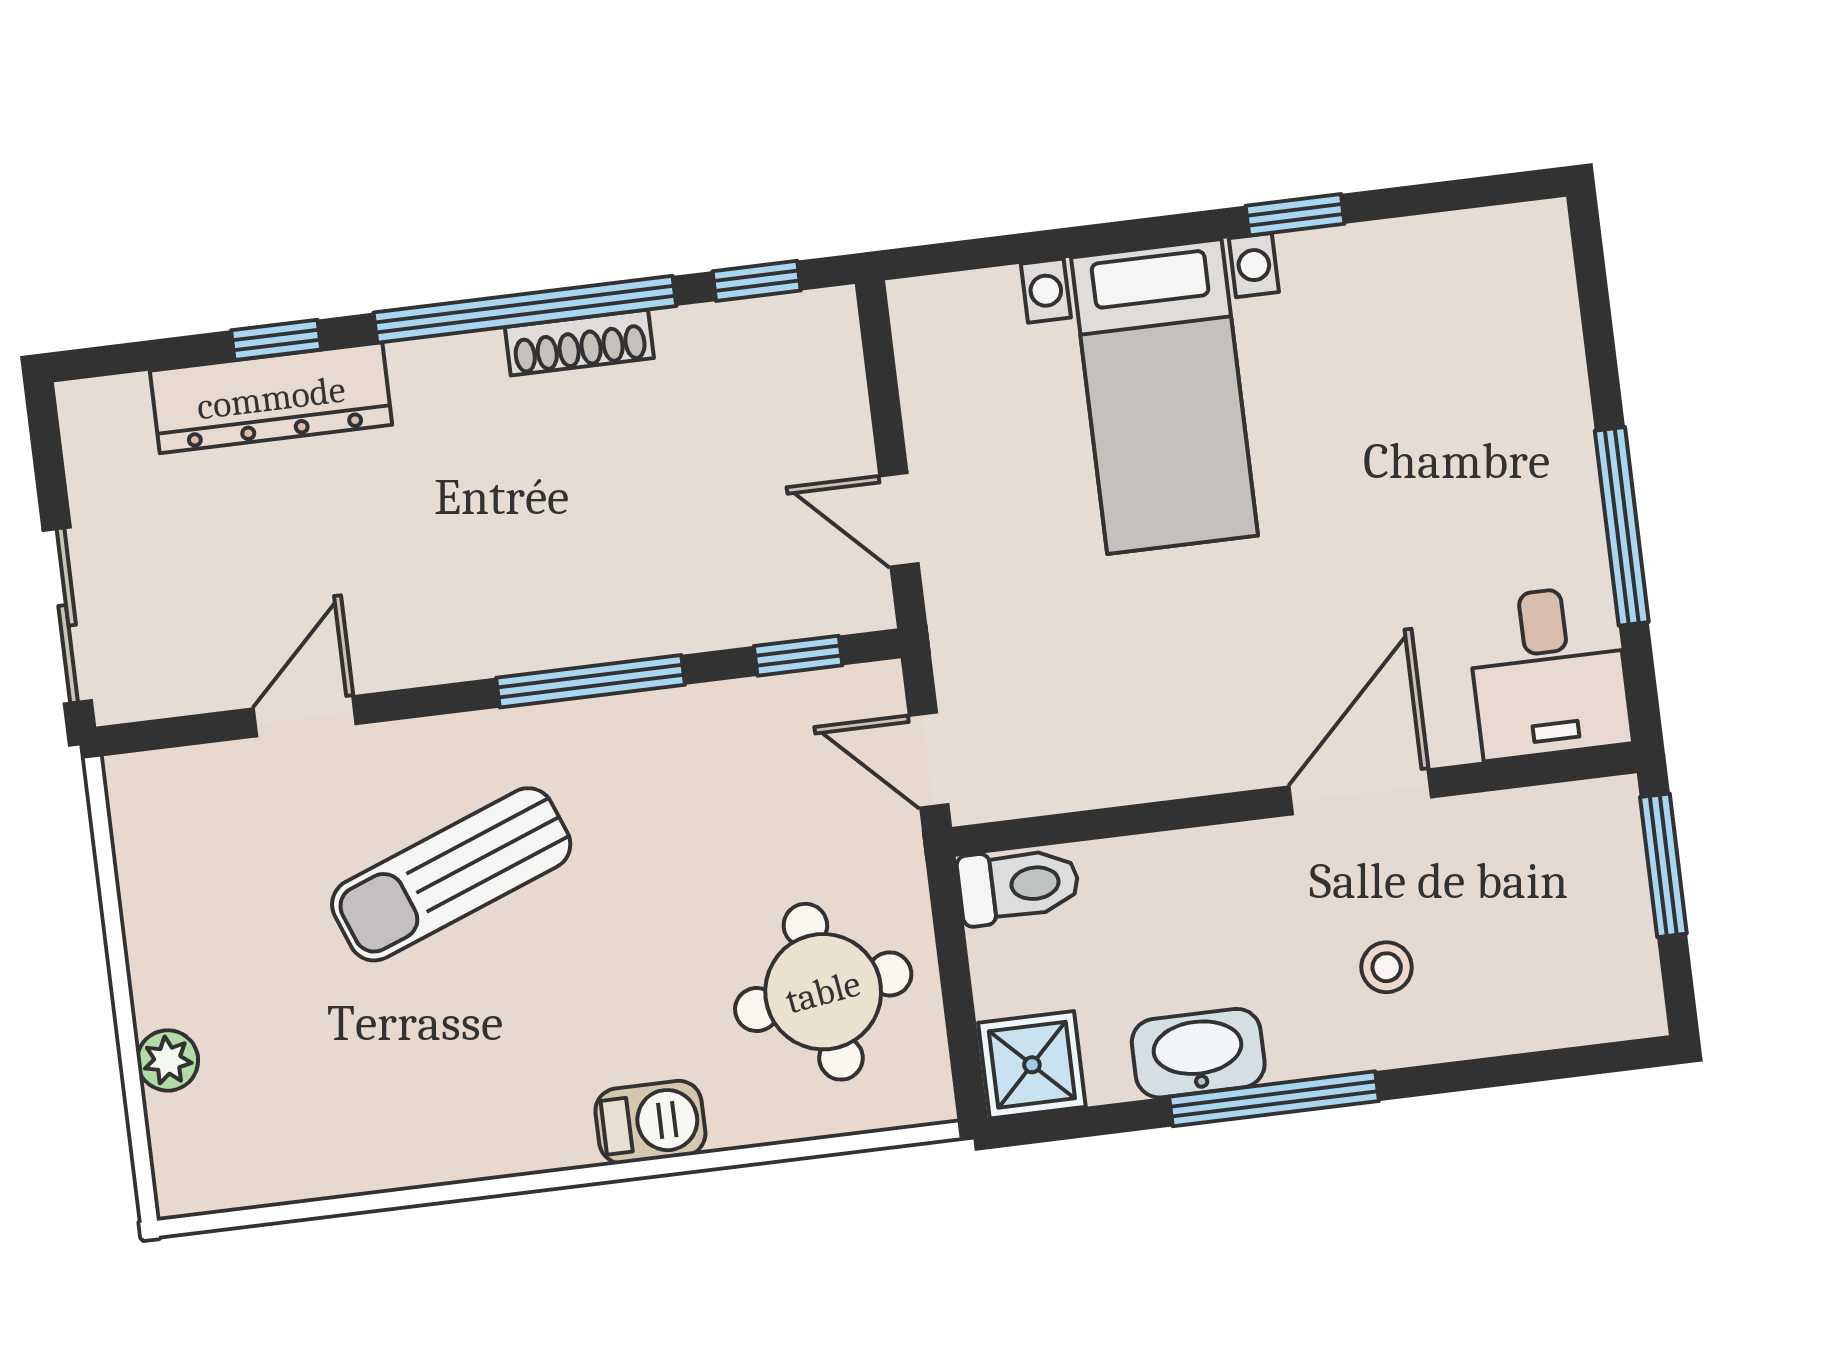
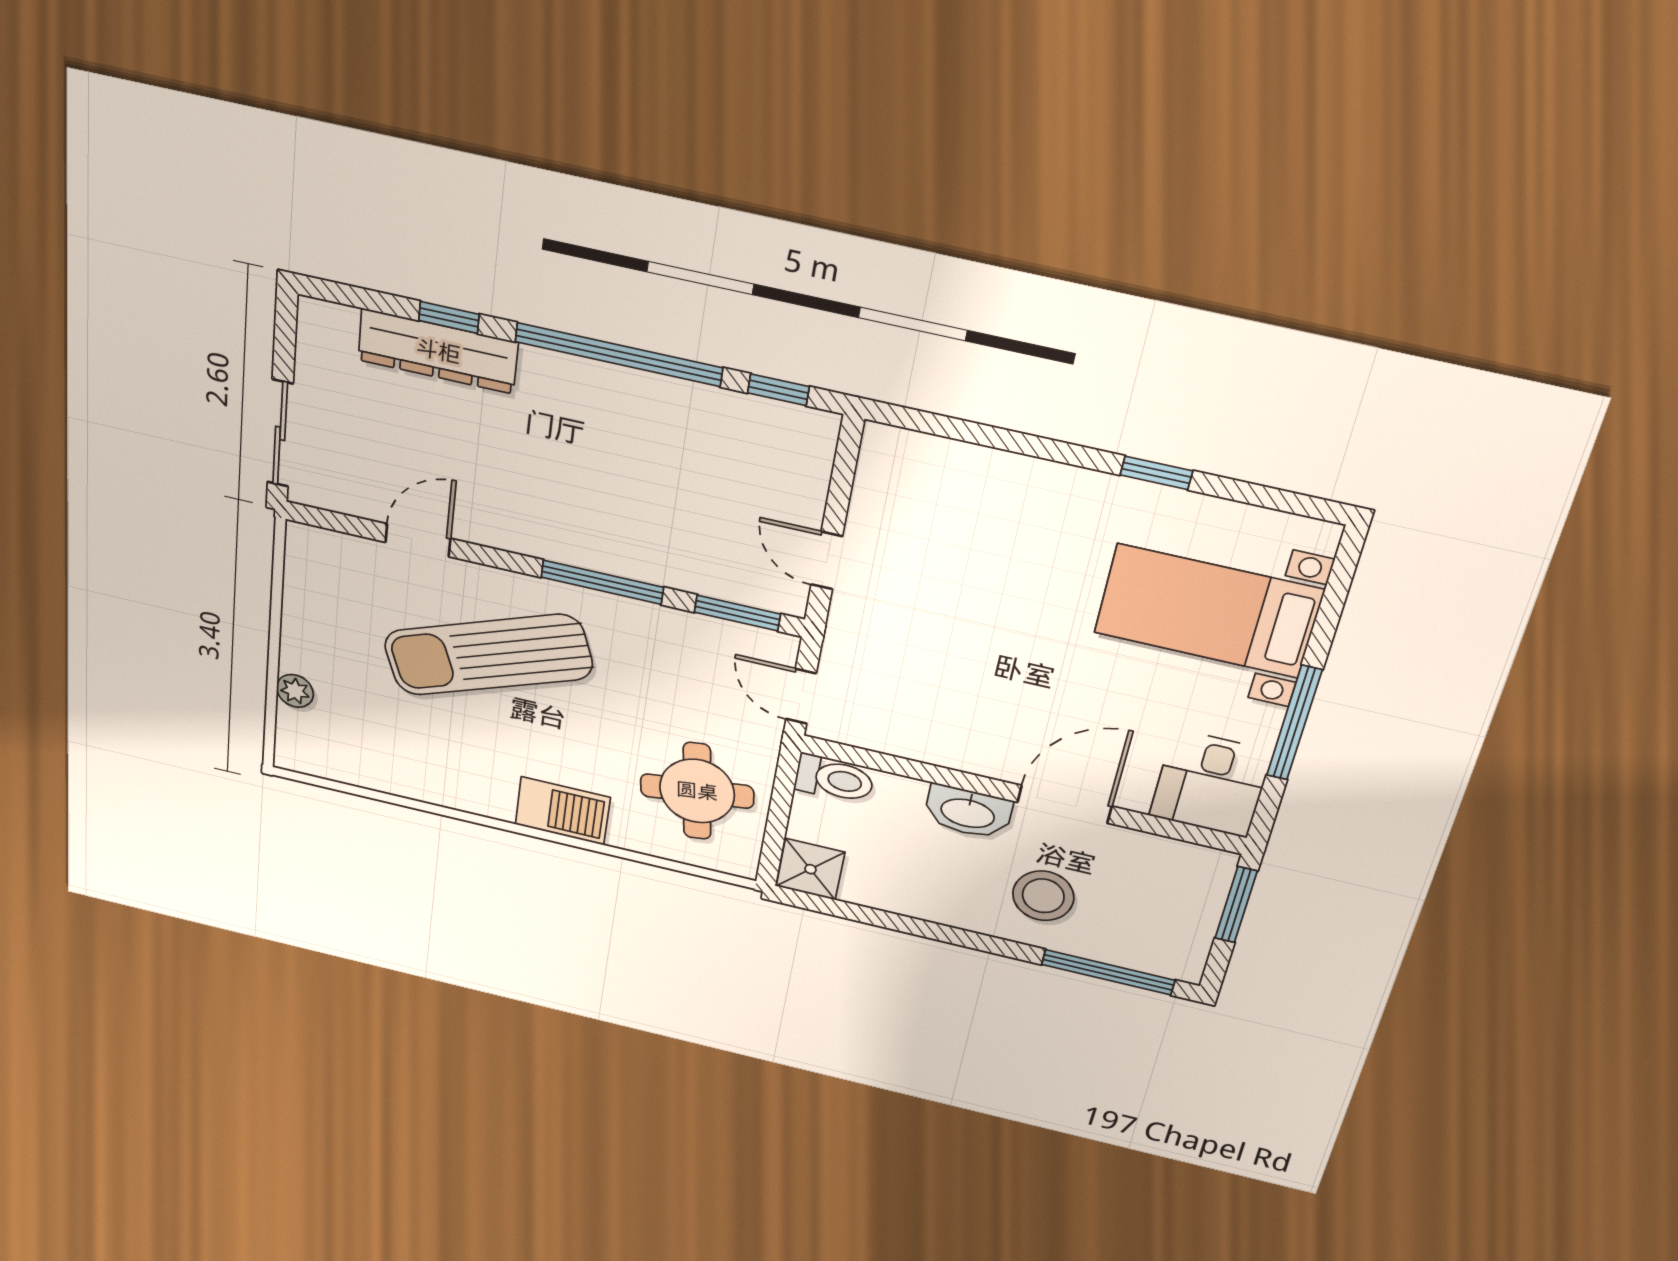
shoe rack: (579, 343) -> (649, 387), removed
bed with nightstands: (1164, 397) -> (1208, 611), moved, turned 90
window: (798, 656) -> (737, 613), width x1.50
sun lounger: (451, 874) -> (488, 655), width x1.36, depth x1.34
stool: (1387, 967) -> (1043, 896), width x1.89, depth x1.89
washbasin: (1198, 1053) -> (968, 812), moved, turned 180
window: (1274, 1099) -> (1108, 972), moved
barbecue: (650, 1122) -> (563, 811), width x1.38, depth x1.27

